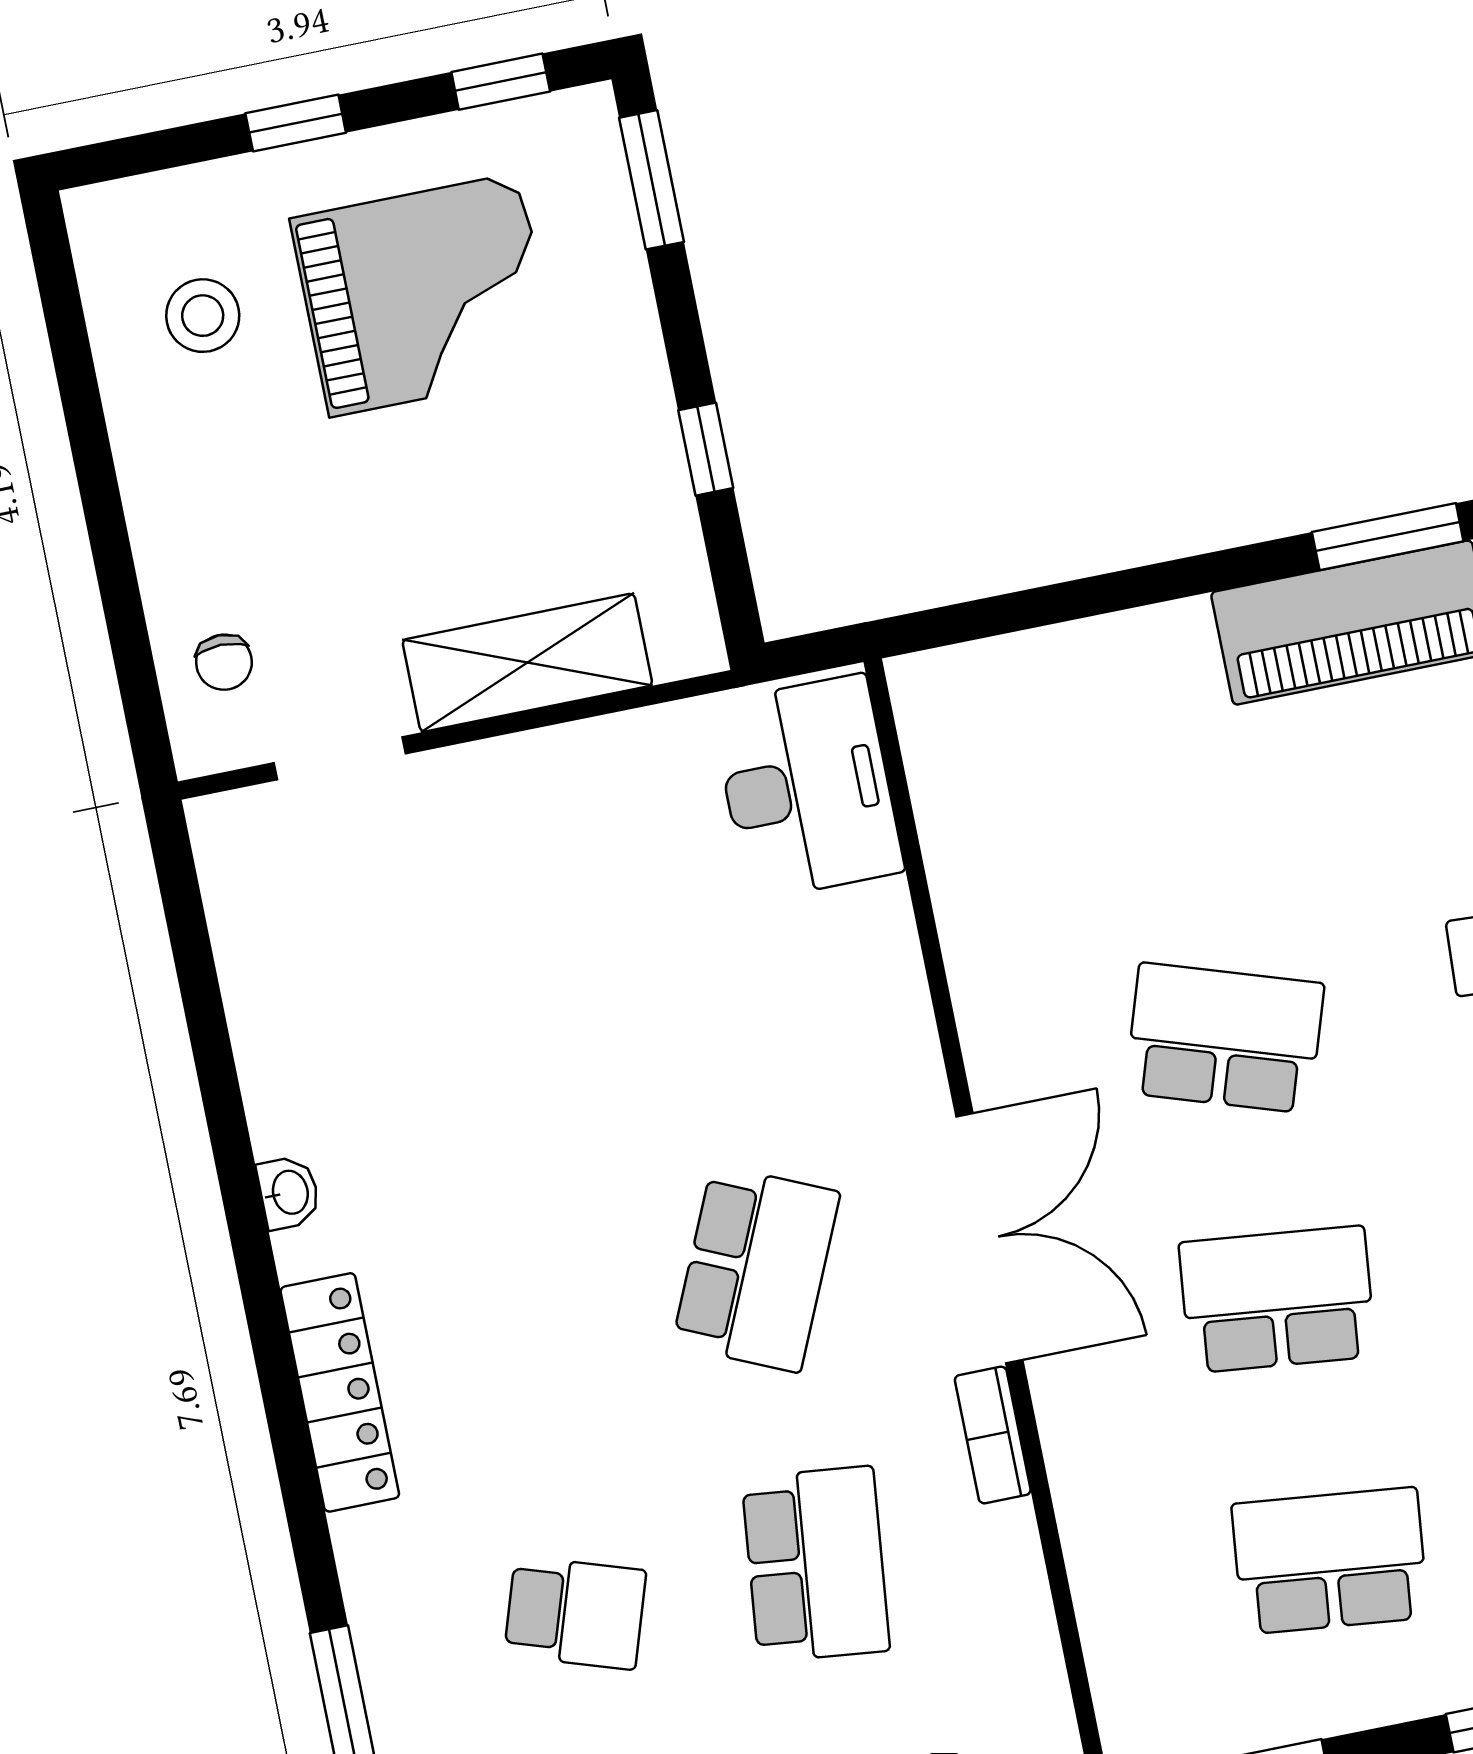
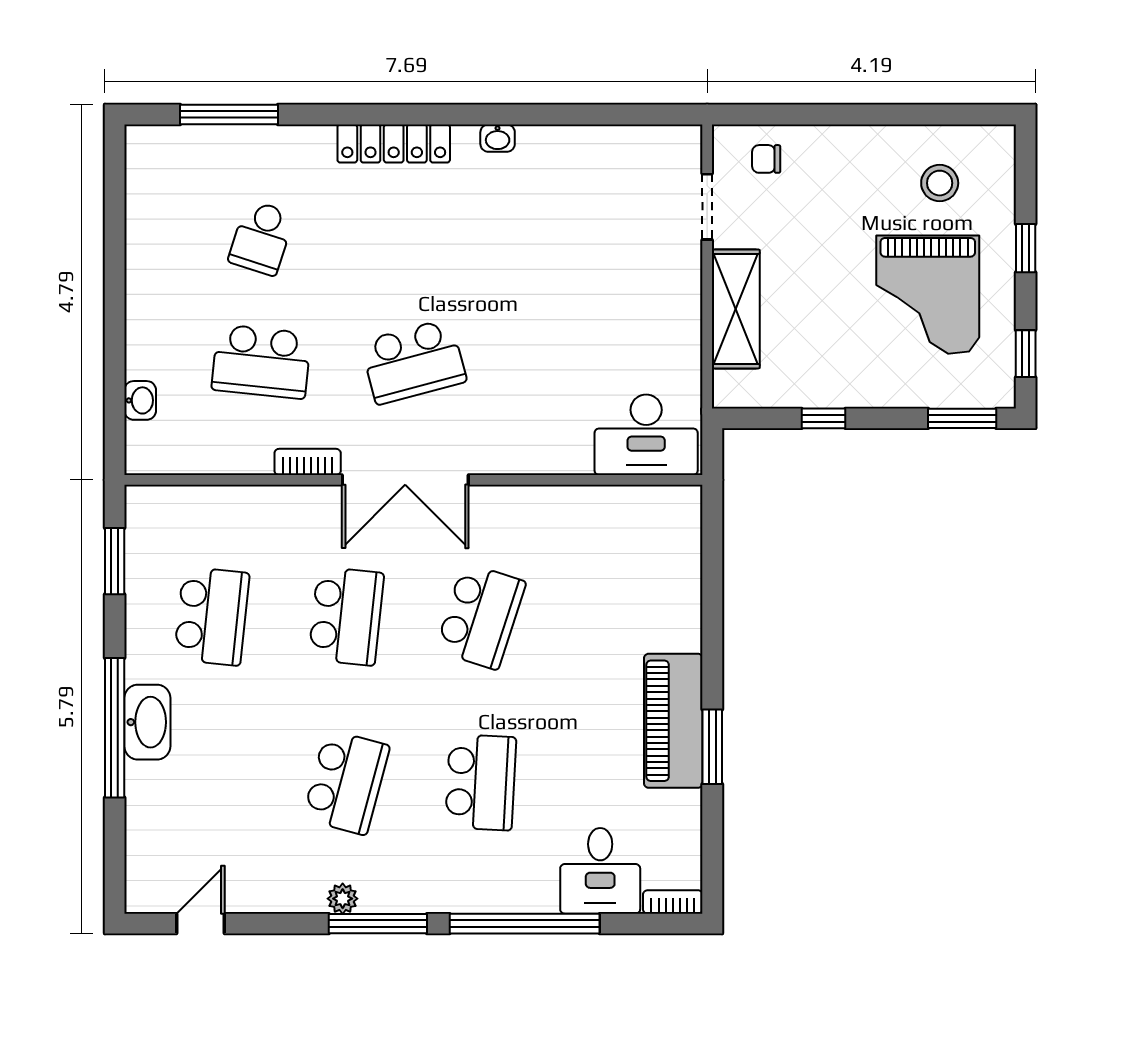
school desk: (756, 1269) -> (413, 362), turned -39

